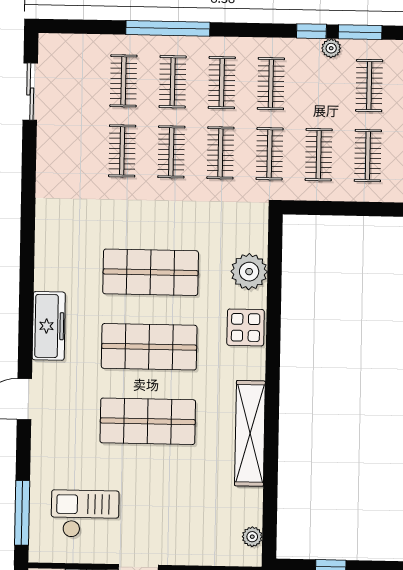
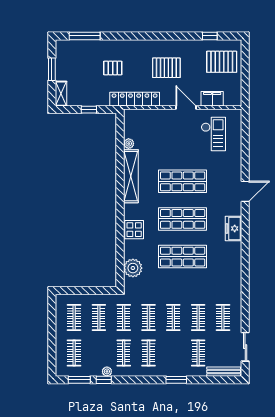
window: (168, 28) -> (176, 380), width x0.47
bench: (74, 43) -> (224, 372), added
plant: (331, 48) -> (107, 371), moved
clothes rail: (173, 82) -> (223, 318), moved
plant: (249, 272) -> (133, 268), moved
freezer: (49, 326) -> (233, 228), width x0.71
window: (22, 513) -> (245, 134), removed
checkout: (85, 514) -> (213, 134), turned -90
plant: (252, 537) -> (129, 144), moved

